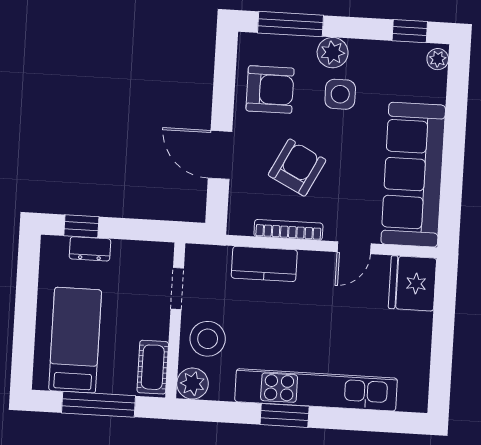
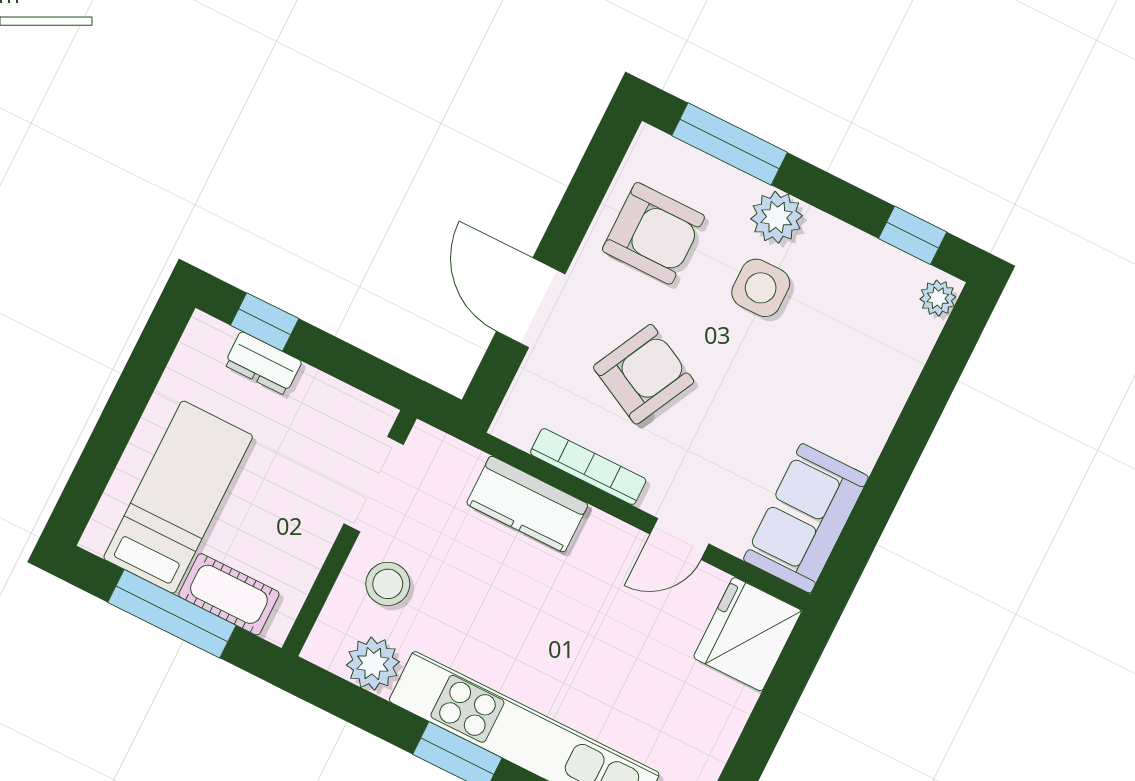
sofa: (413, 175) -> (806, 518), width x0.54, depth x0.79
doorway: (177, 288) -> (374, 484), width x1.38
stool: (208, 339) -> (388, 584), width x0.73, depth x0.73
cot: (153, 367) -> (229, 594), moved, turned 90
plant: (193, 384) -> (373, 664), moved

